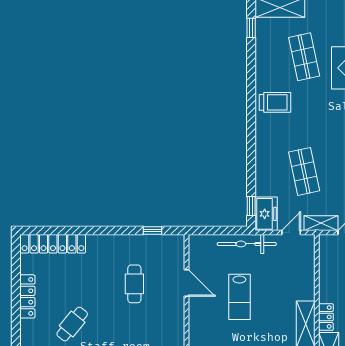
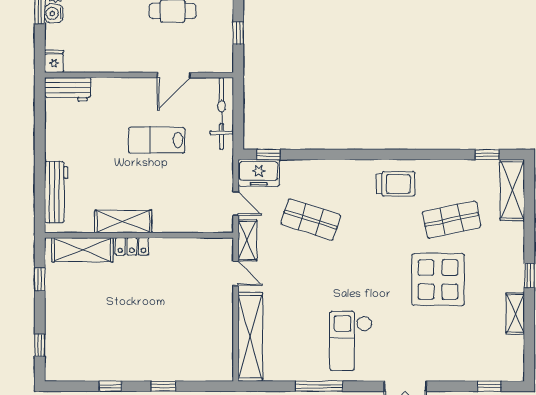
trolley: (275, 102) -> (396, 184), turned -90
shop shelf: (304, 171) -> (311, 220), turned 30
bicycle: (247, 244) -> (222, 114), moved

